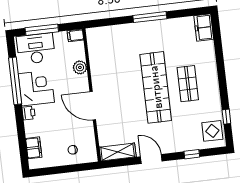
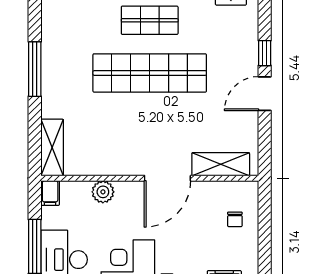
shelving: (103, 33) -> (52, 148), added
shelving: (118, 152) -> (221, 164), moved, turned 90
window: (192, 154) -> (265, 53), moved

